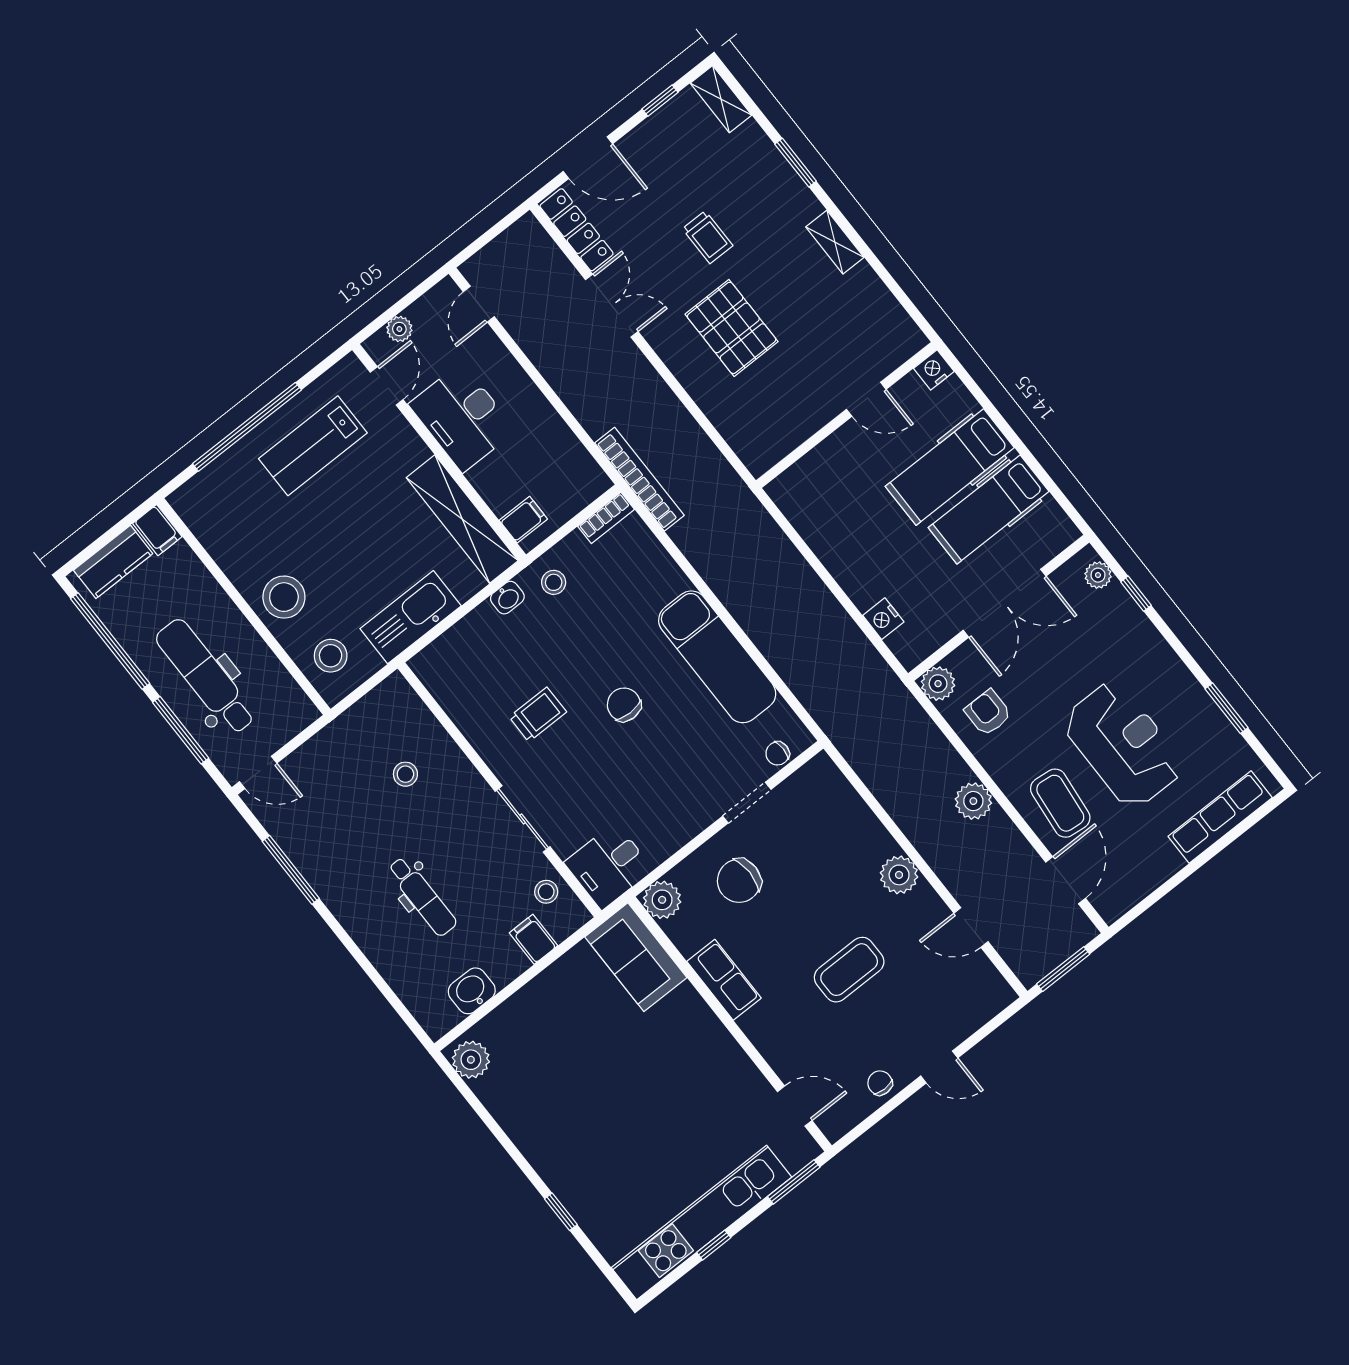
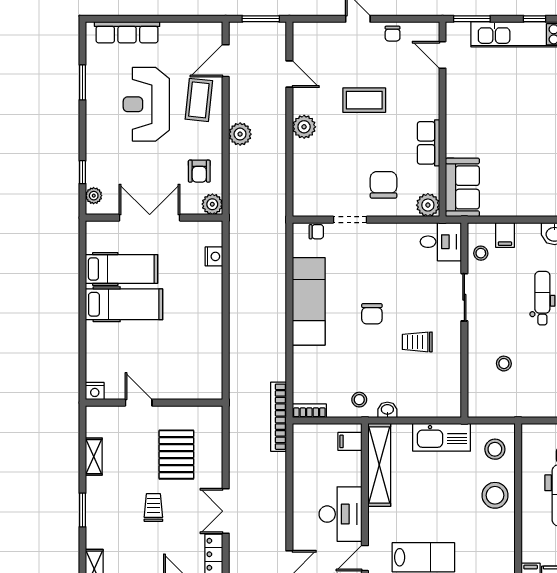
nightstand: (934, 370) -> (95, 391), moved
door: (866, 399) -> (139, 403), moved
wall: (846, 415) -> (154, 403), moved
chair: (739, 881) -> (384, 185), turned -90

